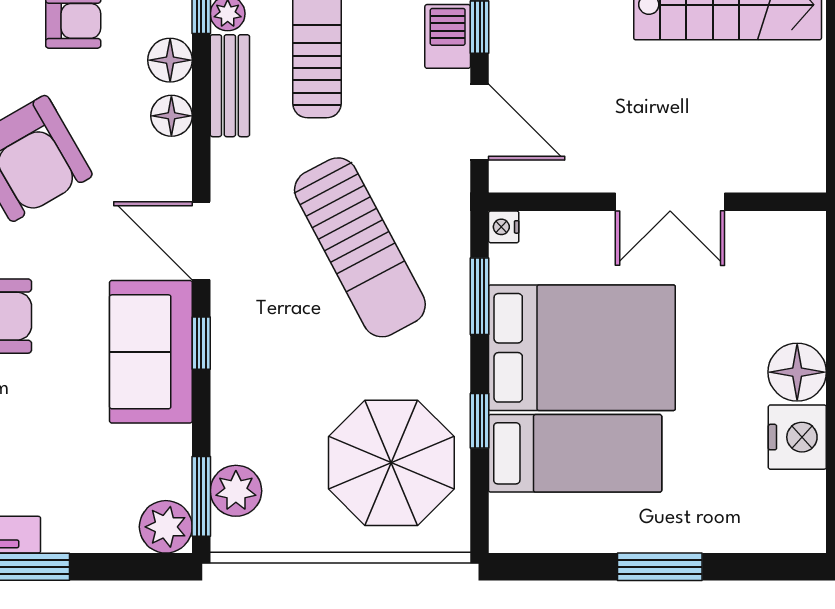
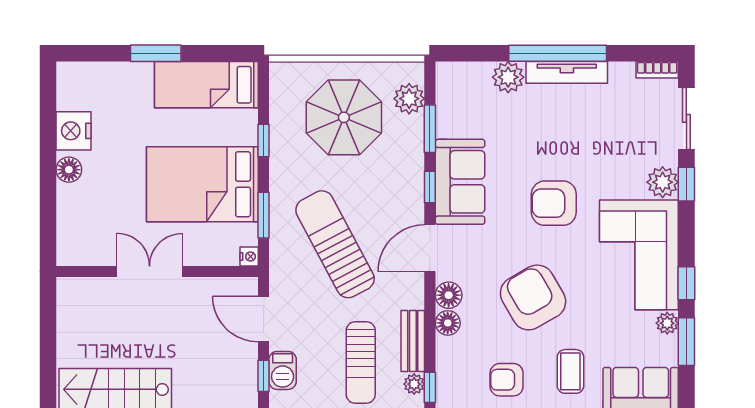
floor lamp: (170, 60) -> (449, 295), moved
door: (201, 241) -> (430, 248), swing flipped
floor lamp: (797, 372) -> (69, 170), width x0.73, depth x0.73
bed: (575, 453) -> (206, 85), moved
parasol: (391, 463) -> (344, 117), moved
window: (201, 496) -> (430, 129), moved
plant: (166, 527) -> (508, 77), moved

